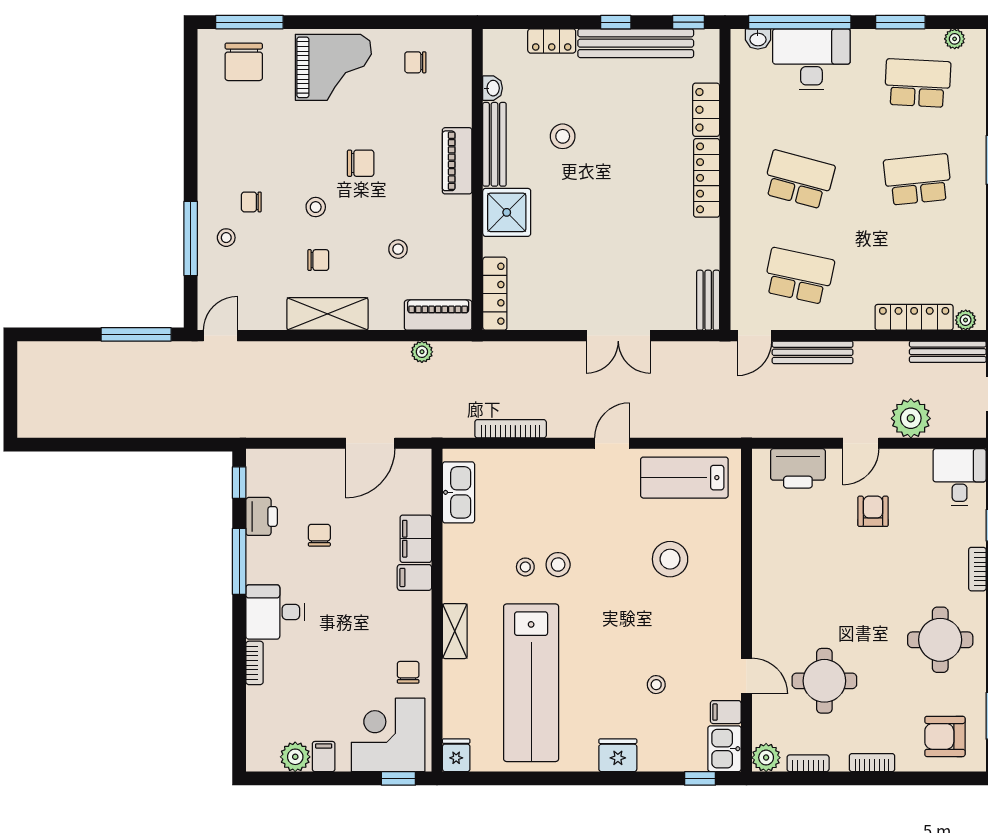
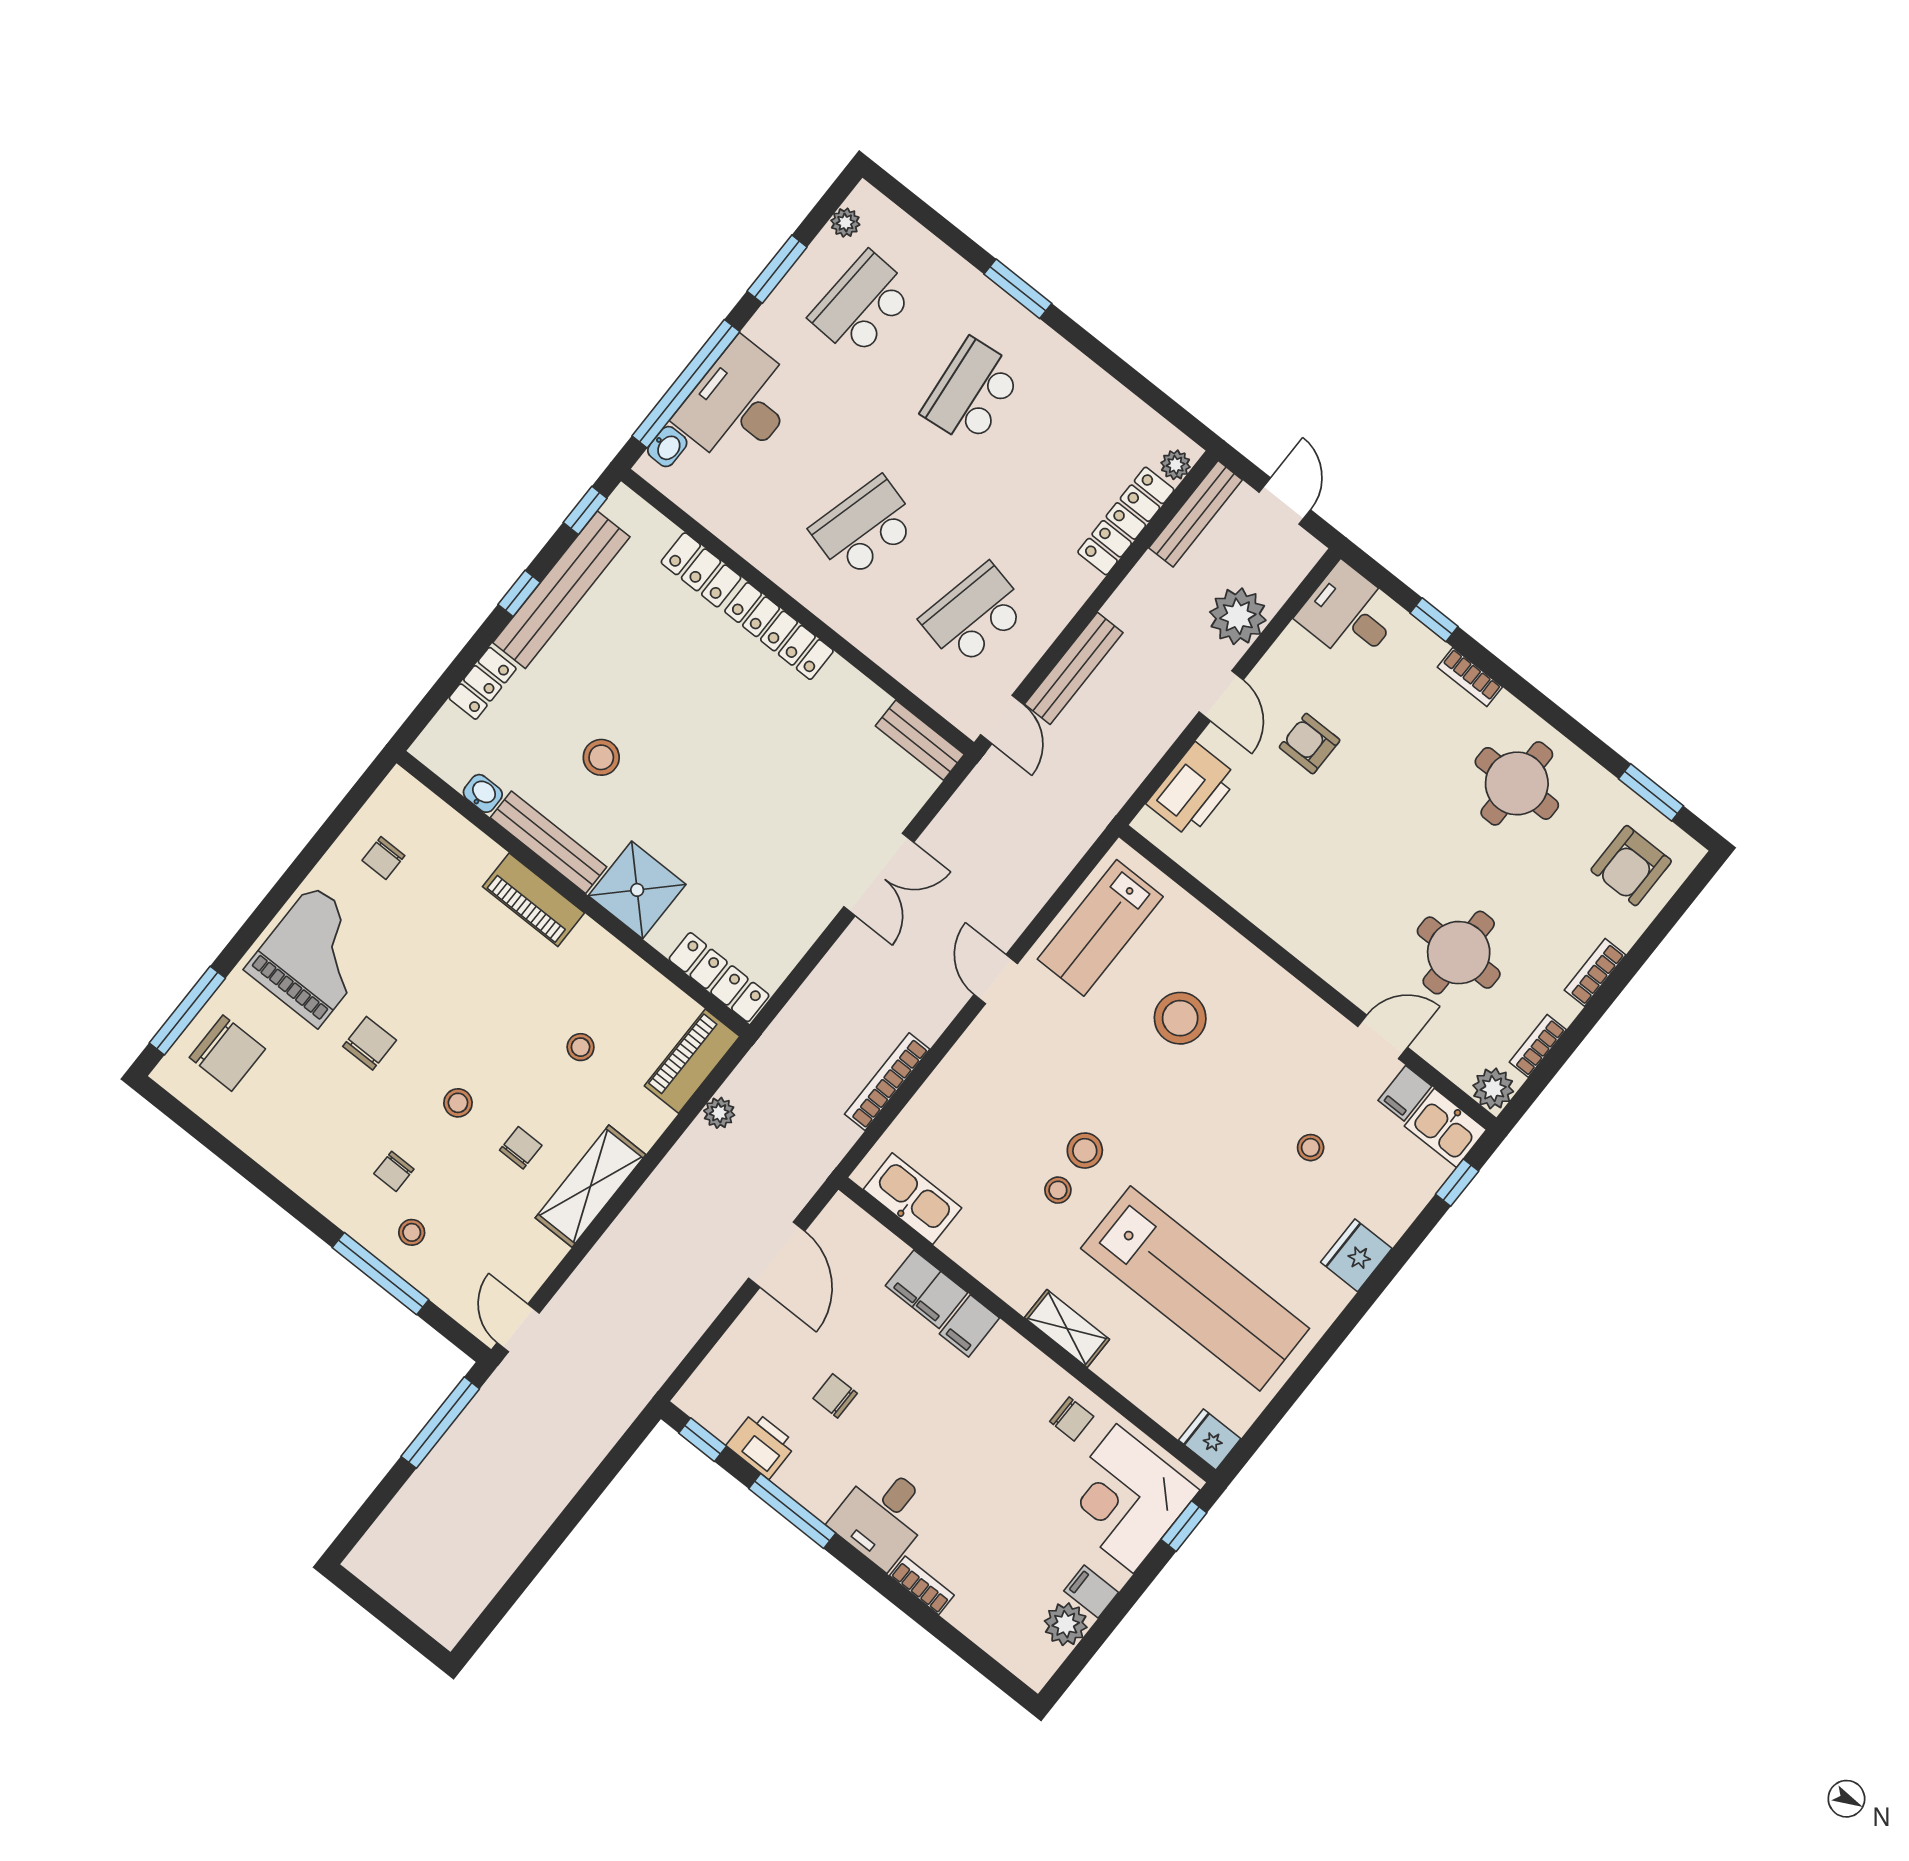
chair: (361, 163) -> (370, 1043), moved
chair: (408, 672) -> (1072, 1419), turned 180

